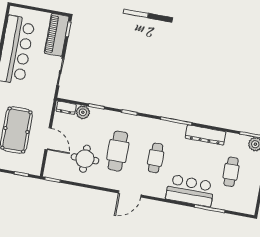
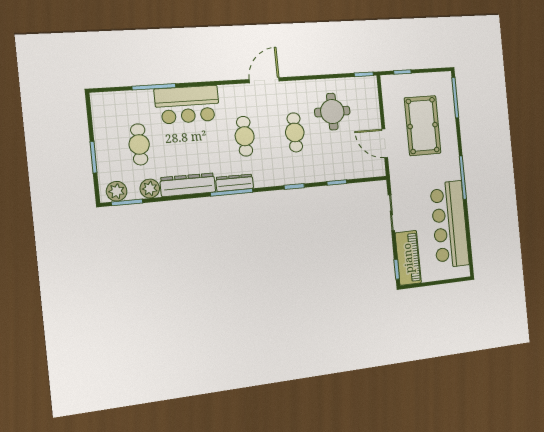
dresser: (66, 108) -> (235, 183), moved, width x1.44
plant: (83, 112) -> (150, 189), moved
door: (48, 139) -> (385, 143), moved
cafe table: (118, 151) -> (295, 132), width x0.73, depth x0.74

